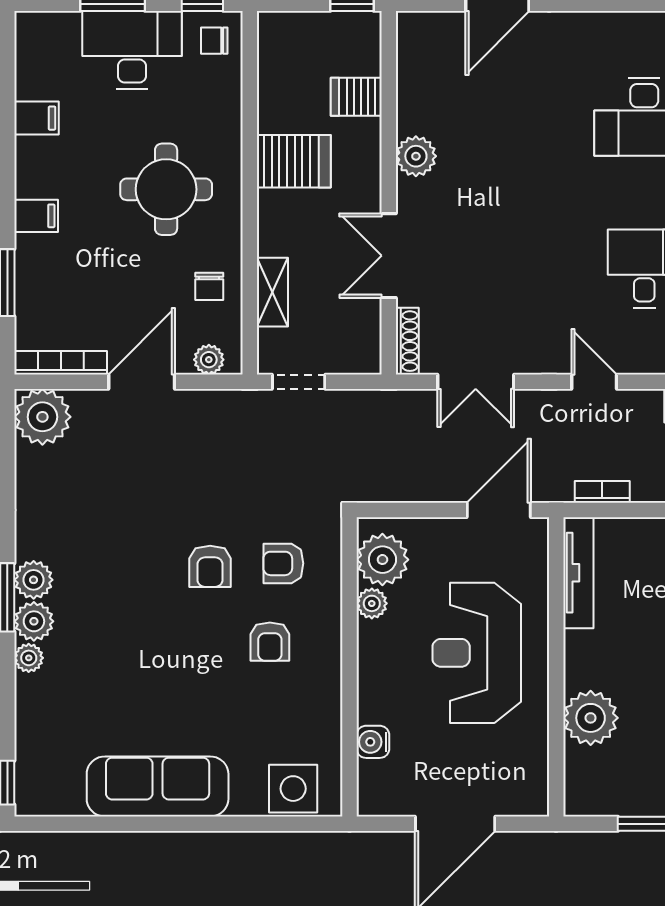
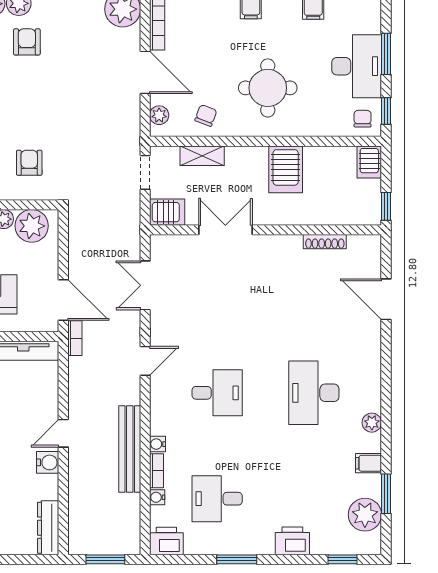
server rack: (356, 97) -> (369, 162), moved, turned 180
plant: (416, 156) -> (289, 247), removed
chair: (209, 286) -> (206, 115), turned 111
shoe rack: (407, 341) -> (325, 242), moved
server rack: (361, 347) -> (167, 212), added
bookcase: (602, 492) -> (75, 338), moved
armchair: (210, 566) -> (27, 42), moved, turned 90

